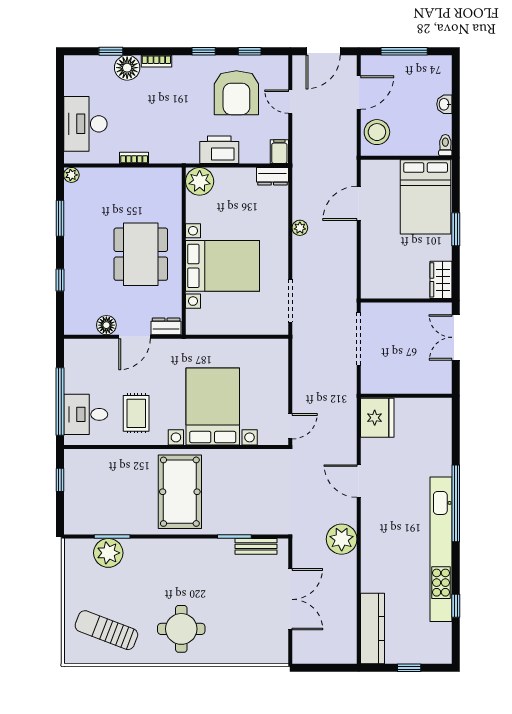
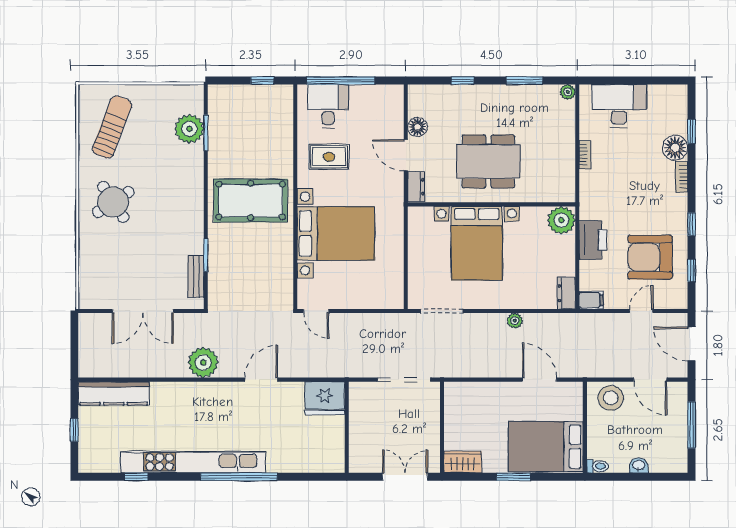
round table: (181, 629) -> (113, 202), turned -33

